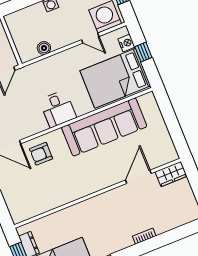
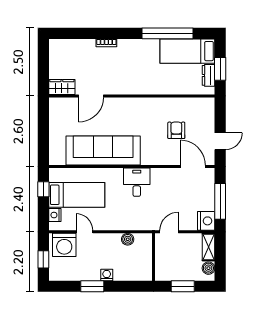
window: (143, 52) -> (43, 189), moved
bed: (115, 78) -> (77, 195), width x0.67
armchair: (41, 154) -> (176, 130), moved, turned -90

